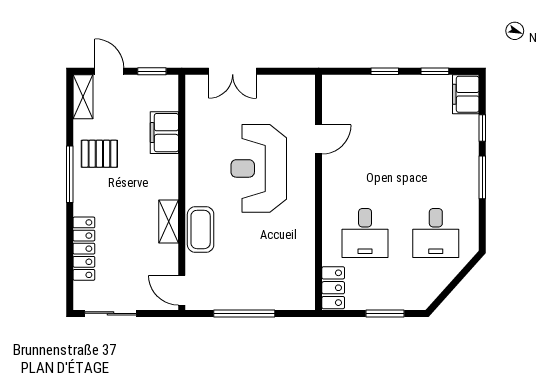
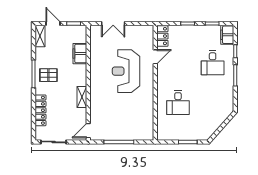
pallet: (99, 154) -> (48, 75), moved
coffee table: (201, 229) -> (98, 101), removed
desk: (436, 233) -> (213, 63), moved
locker: (333, 288) -> (162, 36), moved
door: (182, 290) -> (88, 131), hinge flipped

